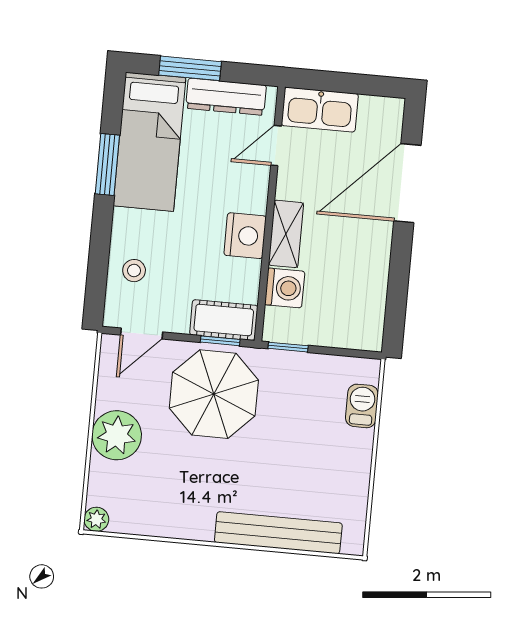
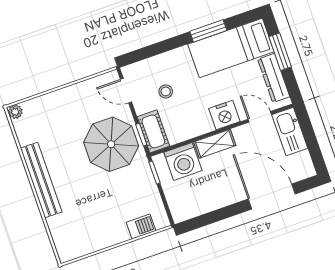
nightstand: (245, 236) -> (224, 115), moved
stool: (134, 271) -> (166, 91), moved
washing machine: (285, 288) -> (183, 161), width x1.37, depth x1.37
plant: (117, 435) -> (65, 102), removed
bench: (278, 533) -> (41, 180), moved

